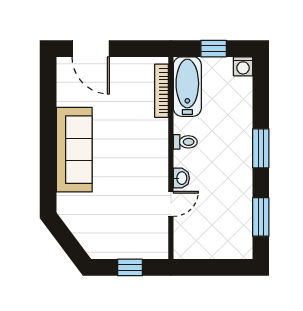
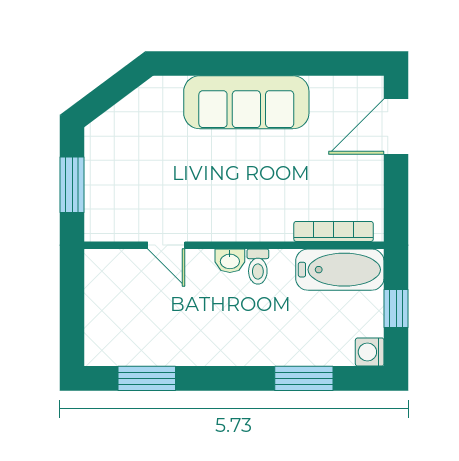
window: (261, 148) -> (304, 378), moved
washbasin: (181, 178) -> (230, 261), moved
window: (130, 267) -> (72, 185), width x1.50

